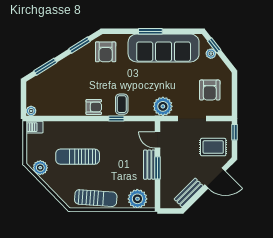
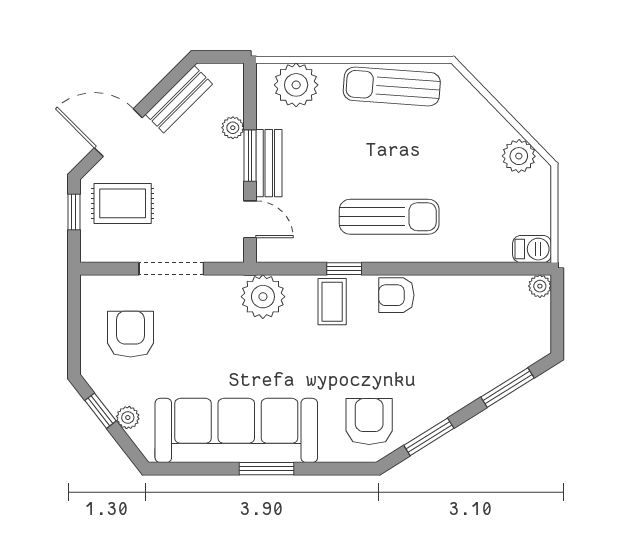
window: (214, 45) -> (100, 411), moved
plant: (163, 106) -> (263, 297), moved
window: (234, 132) -> (74, 212), moved
sun lounger: (78, 157) -> (389, 217), moved
plant: (165, 180) -> (233, 128), added

